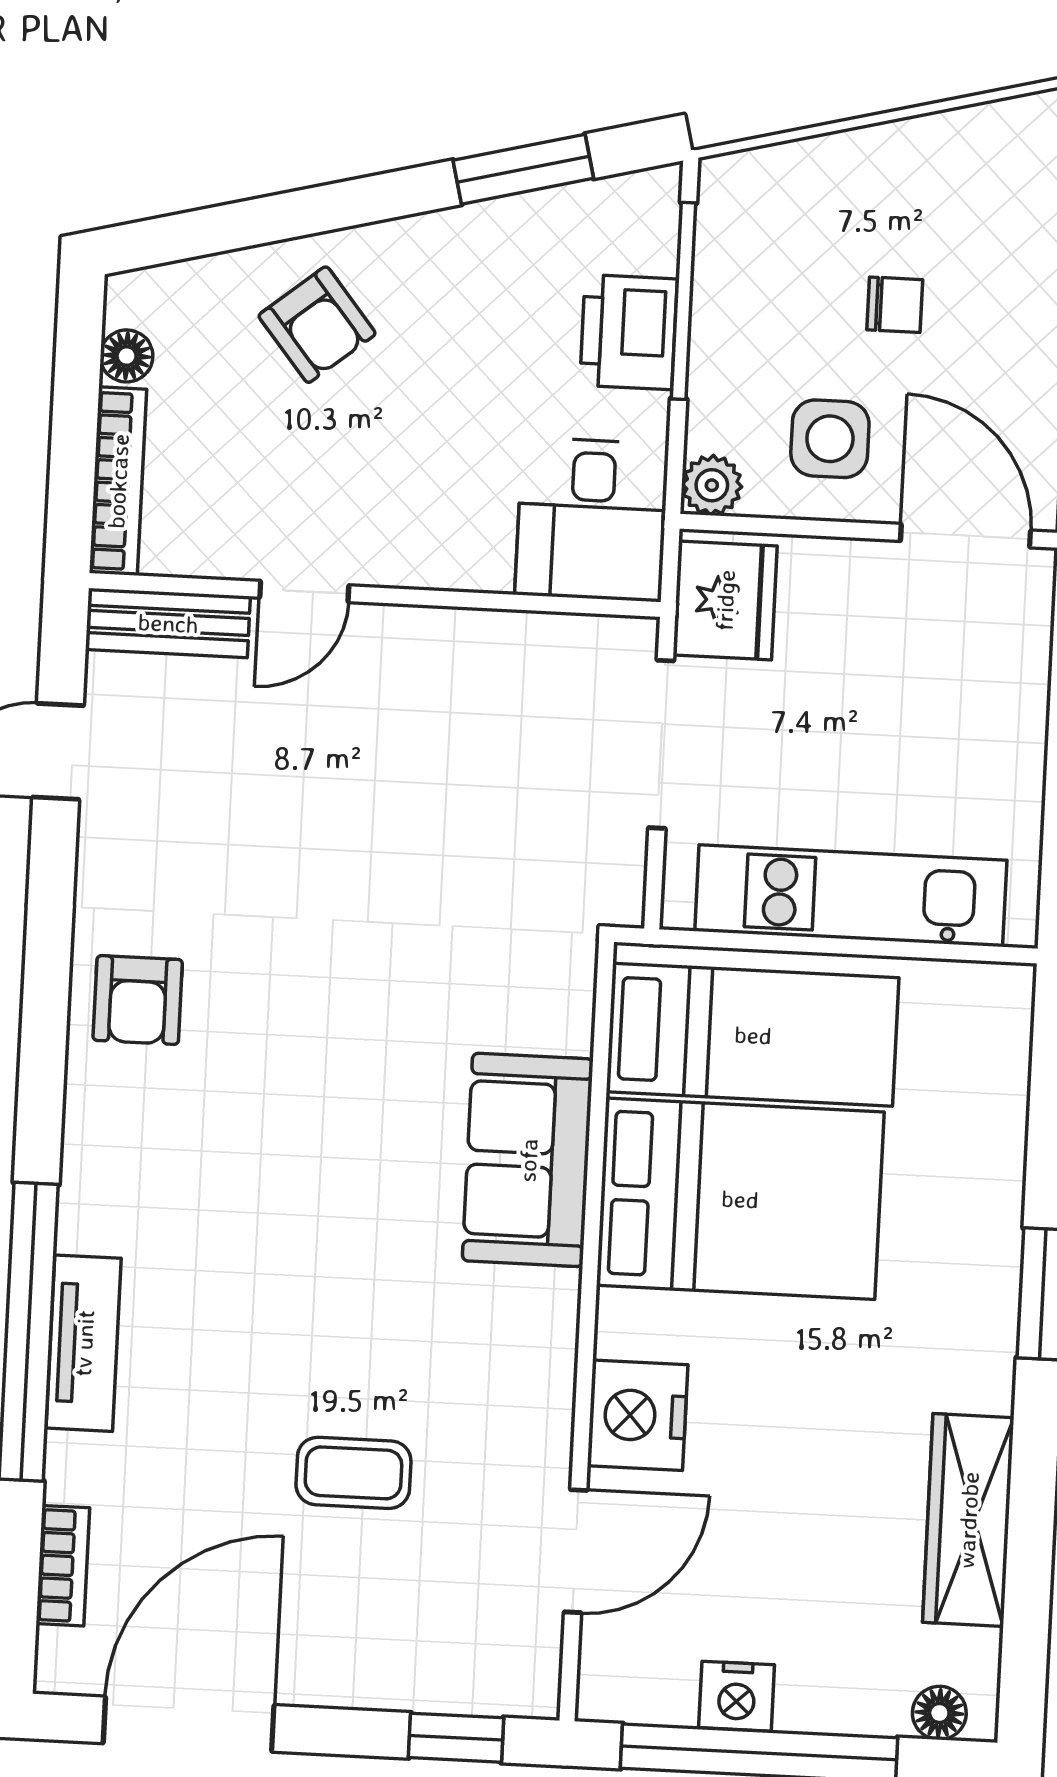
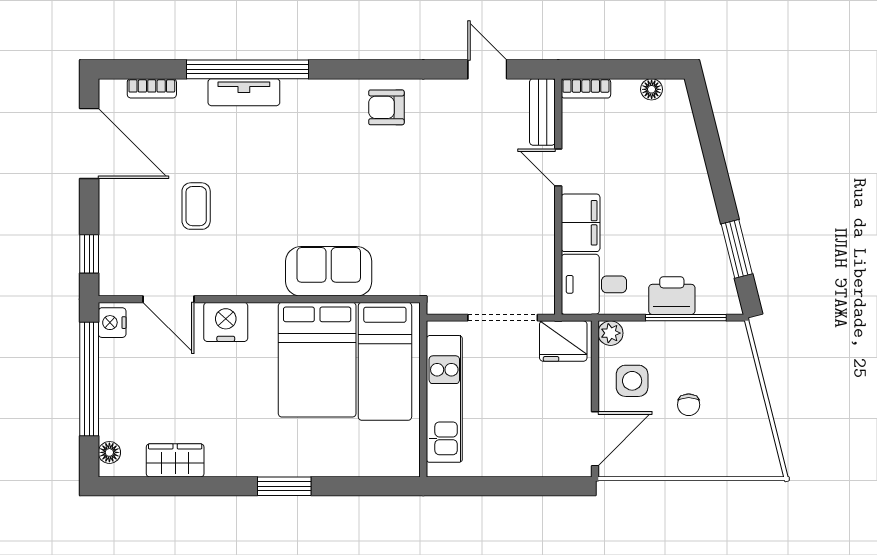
armchair: (317, 325) -> (668, 167), removed
bookcase: (118, 481) -> (586, 88), width x0.64
filing cabinet: (441, 544) -> (581, 223), added
wardrobe: (968, 1520) -> (175, 460), width x0.67
nightstand: (737, 1696) -> (112, 323), moved

